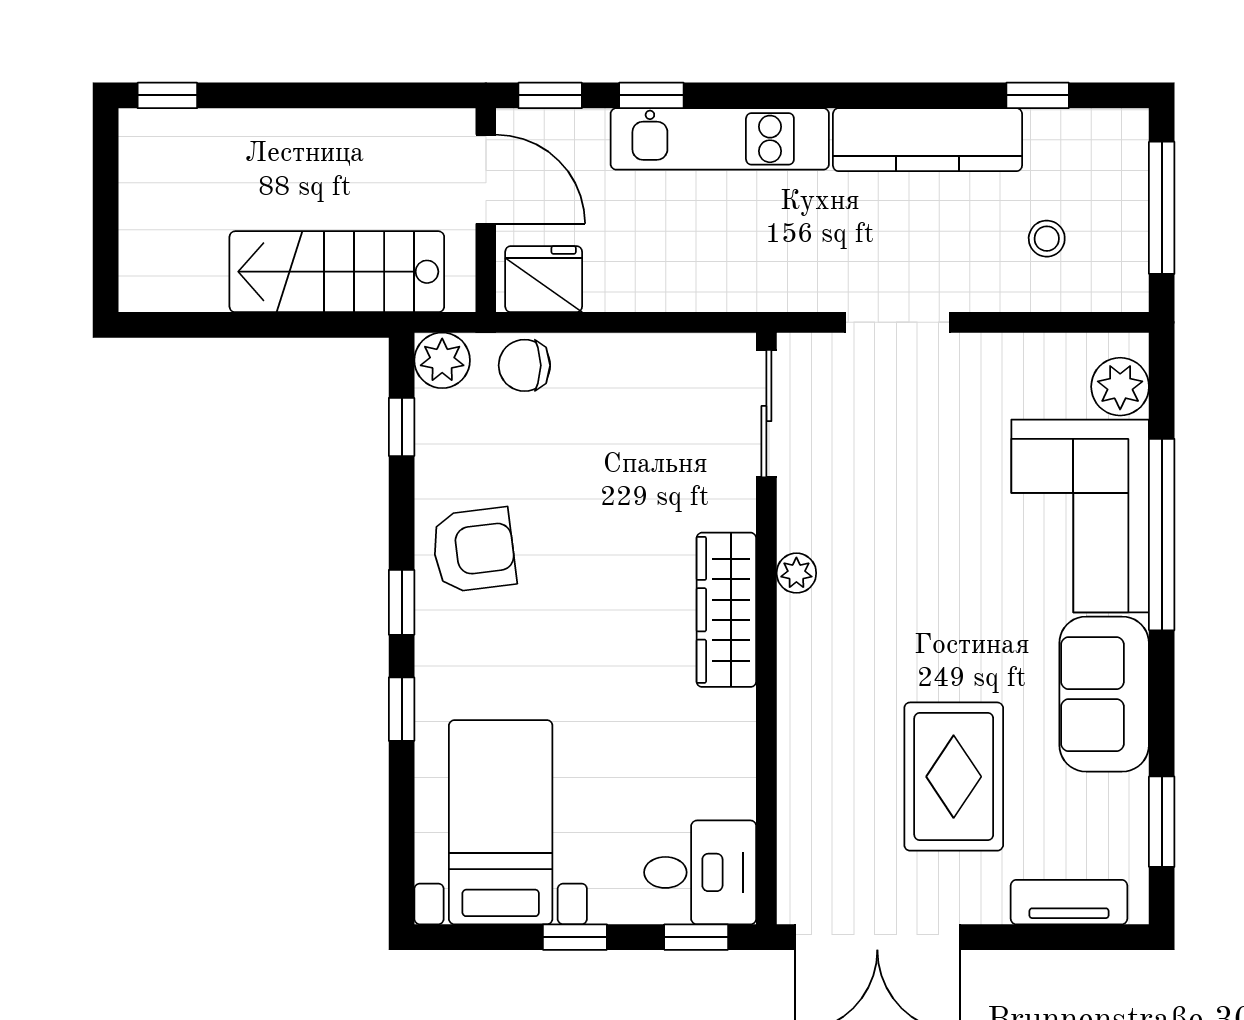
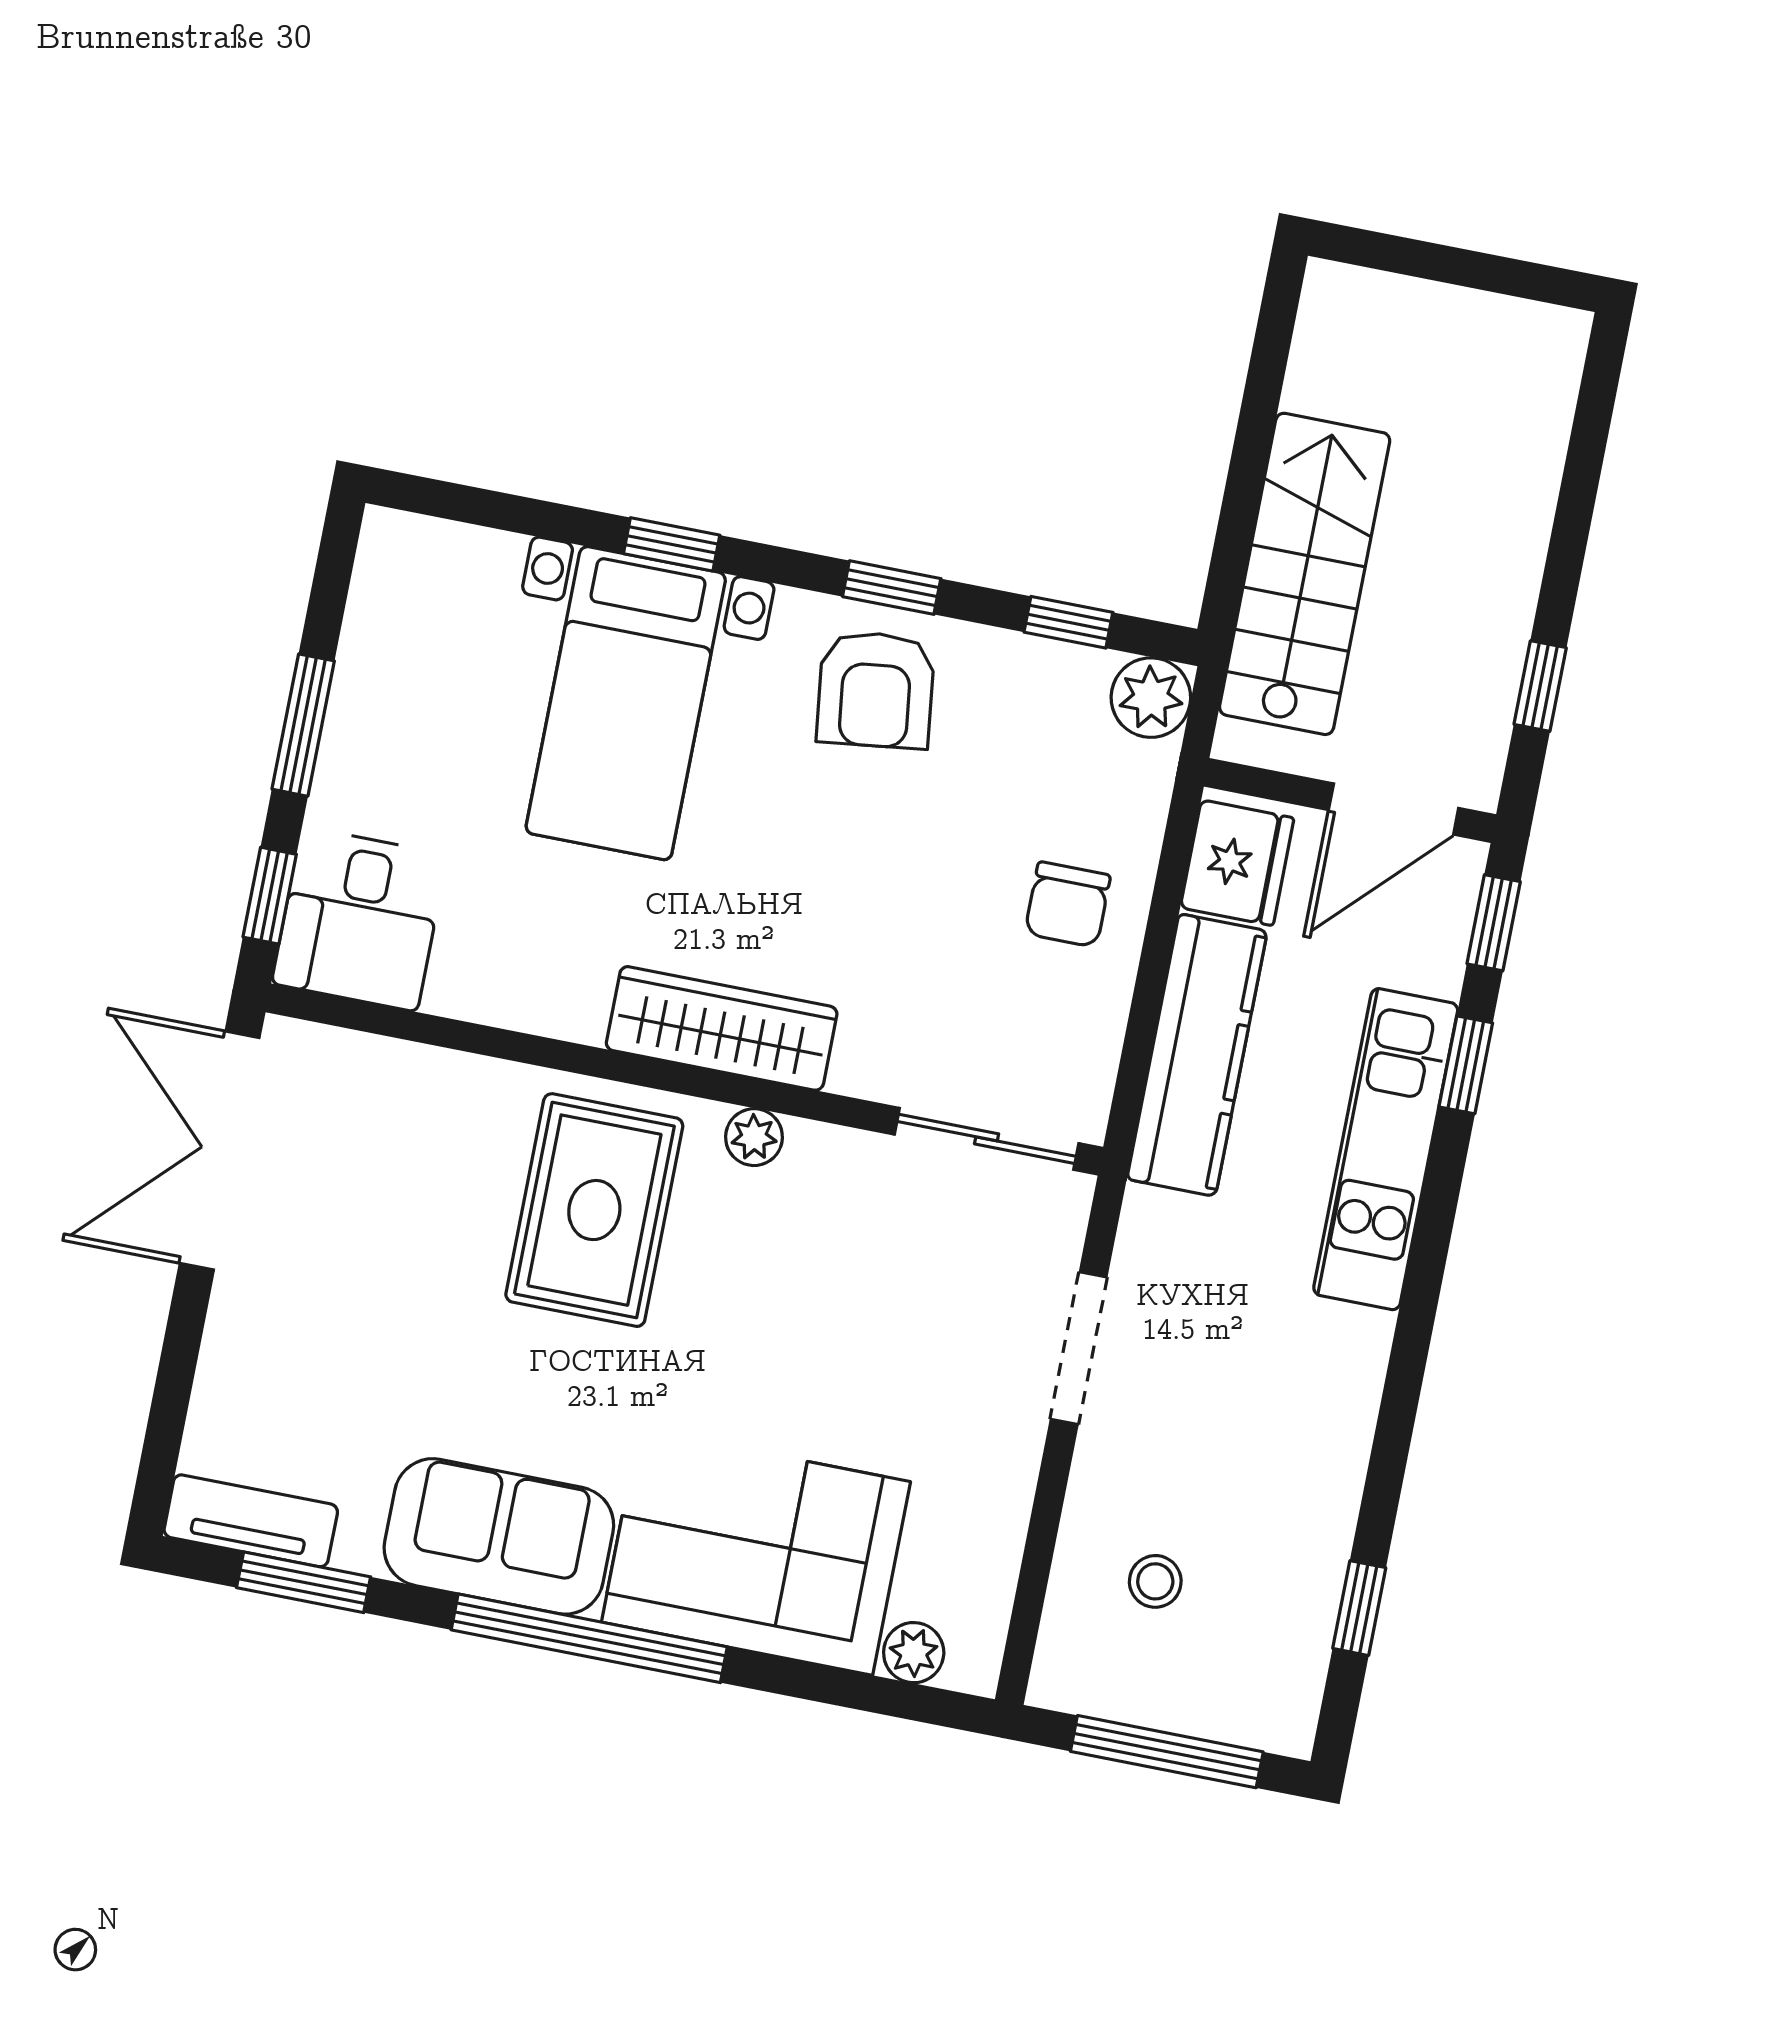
window: (167, 95) -> (1540, 686), moved
kitchen counter: (928, 140) -> (1197, 1055), moved, turned 180
chair: (524, 365) -> (1068, 904), moved, turned 180
plant: (1120, 387) -> (914, 1653), width x0.73, depth x0.73
window: (1162, 535) -> (589, 1638), moved
window: (402, 602) -> (892, 588), moved
rug: (954, 777) -> (594, 1210), moved, turned 90
bed with nightstands: (501, 822) -> (626, 703), moved, turned 90
tv unit: (1069, 902) -> (251, 1521), moved, turned -90
window: (575, 937) -> (303, 725), width x1.50

